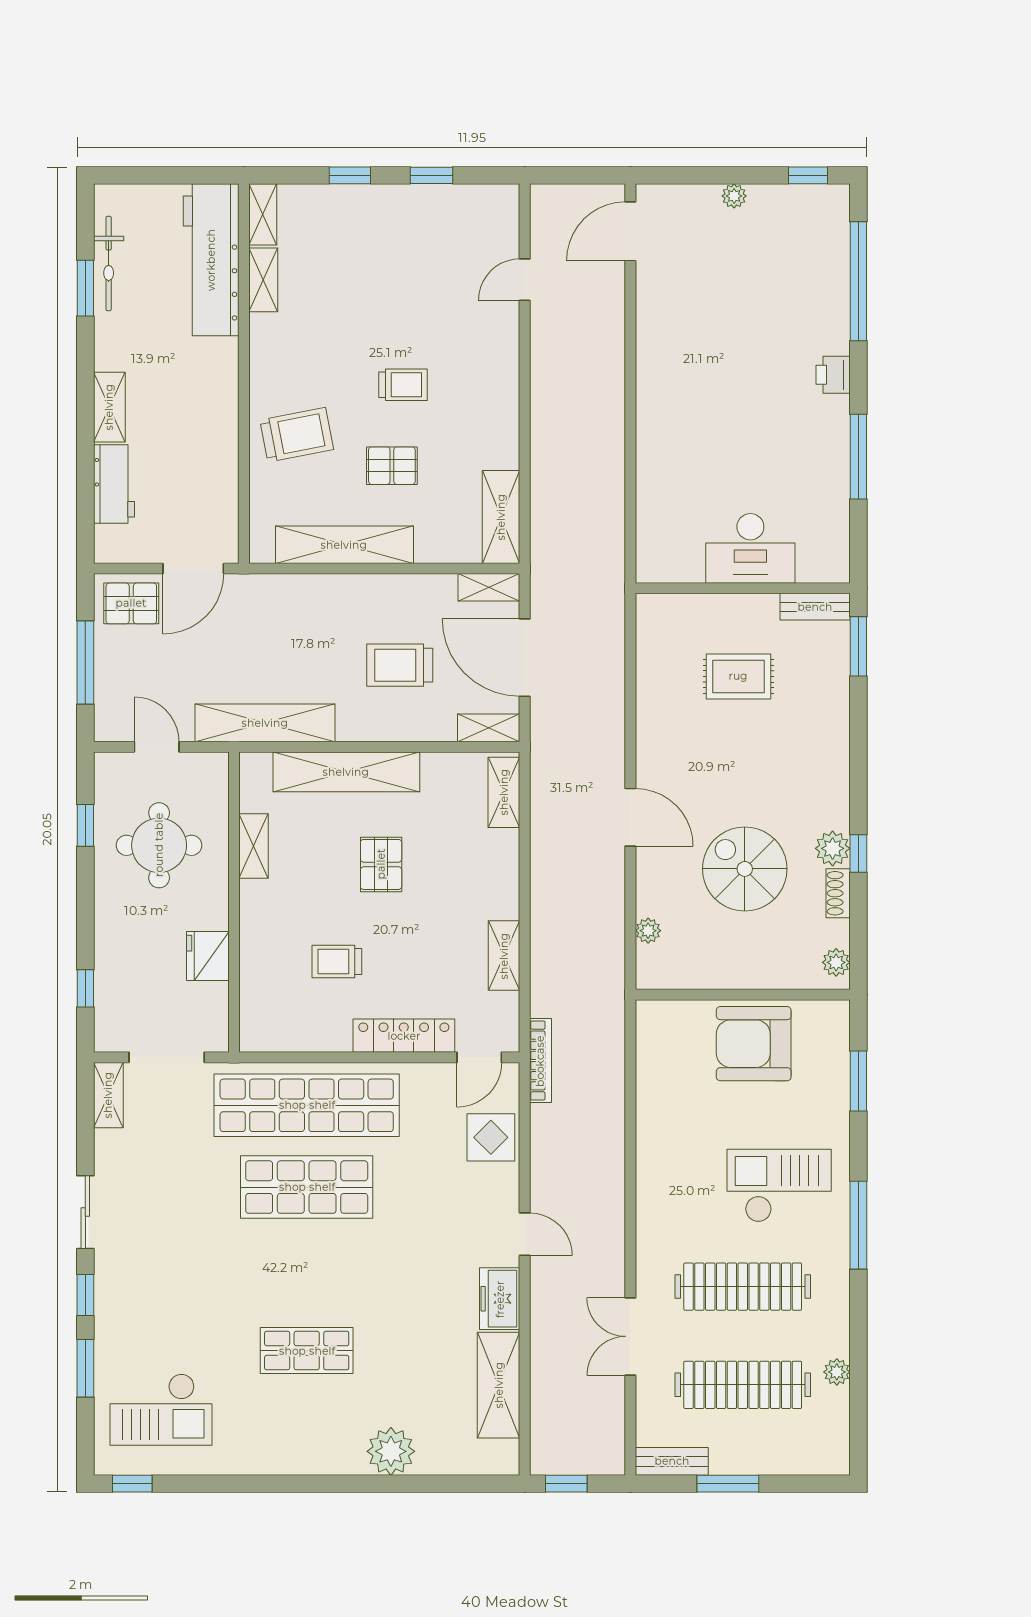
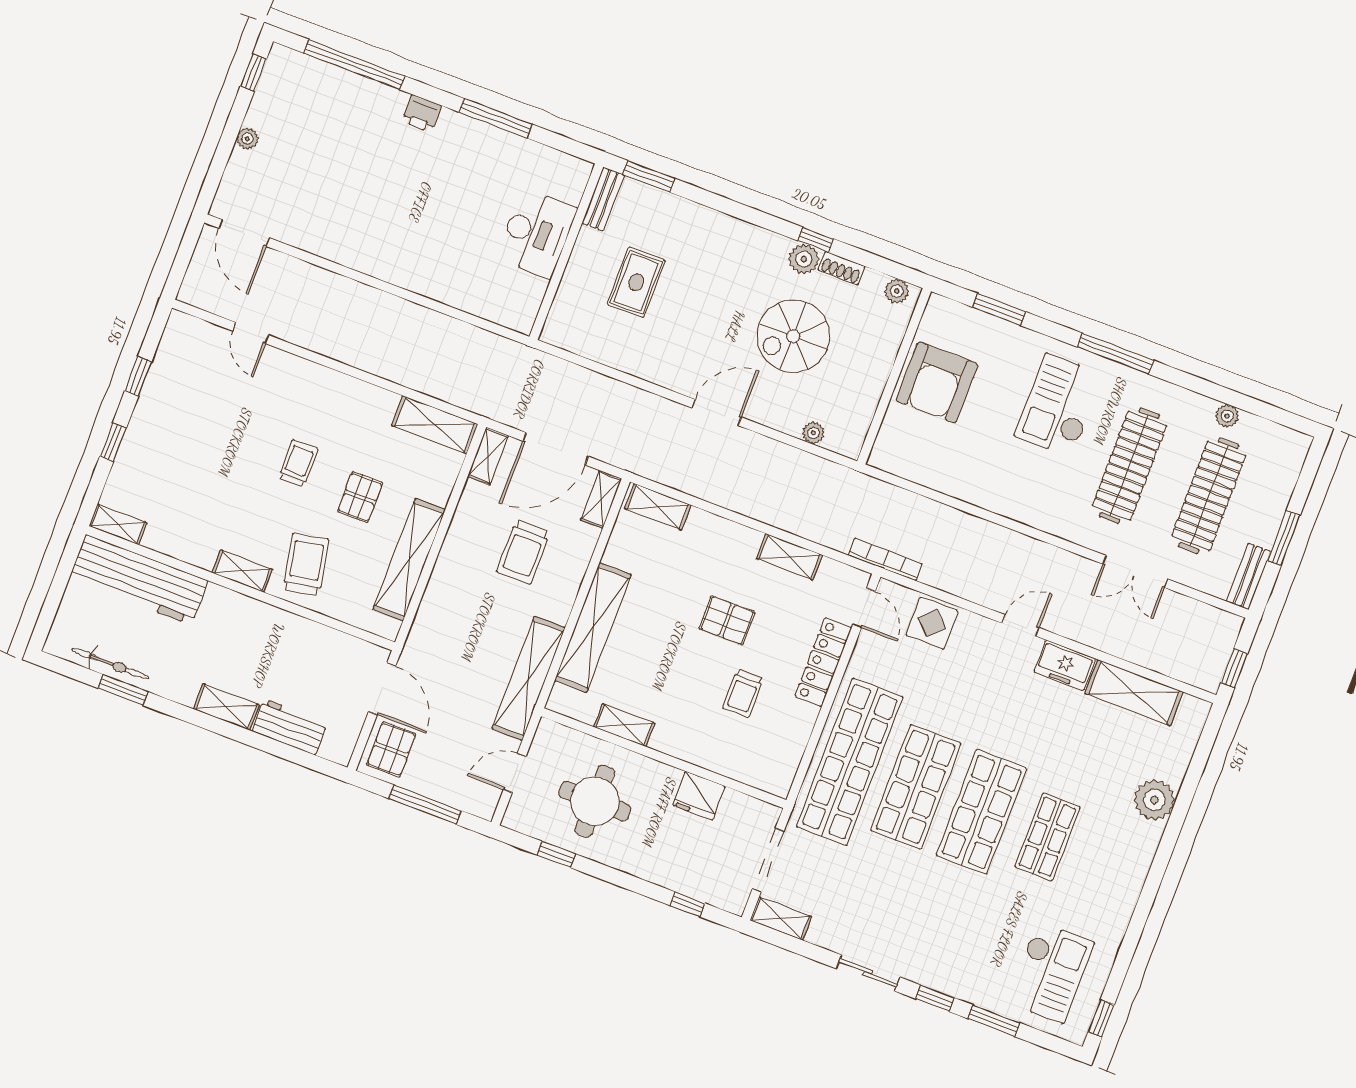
shelving: (263, 280) -> (242, 571), moved
pallet: (381, 864) -> (727, 620), moved
shop shelf: (307, 1269) -> (982, 812), added

